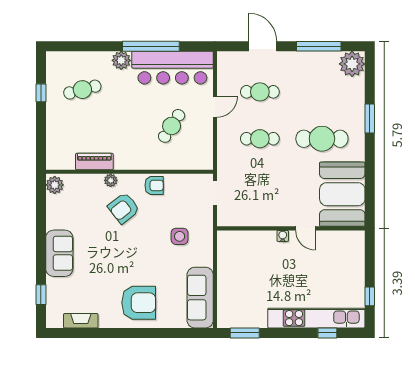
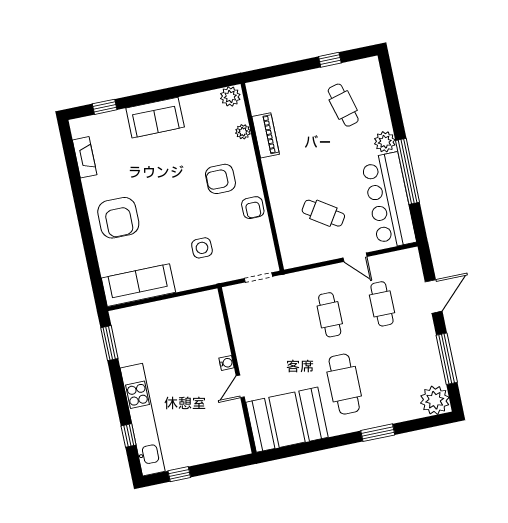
plant: (111, 180) -> (243, 132), moved
armchair: (124, 208) -> (220, 179), turned -52

